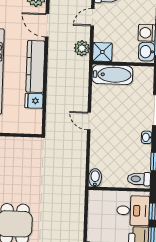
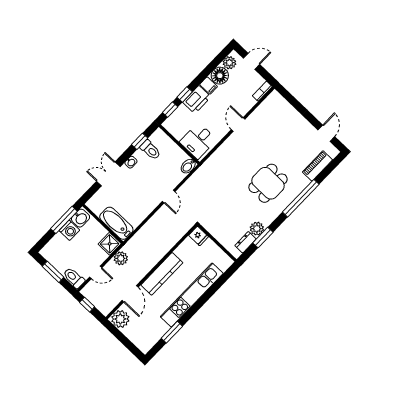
fridge: (34, 101) -> (199, 236), moved
door: (89, 121) -> (169, 196), moved
toilet: (139, 179) -> (150, 150), moved
desk: (133, 211) -> (198, 141), moved, turned -90

